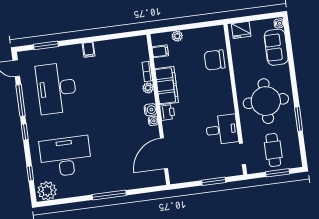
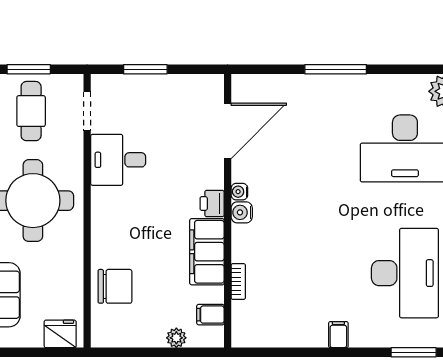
plant: (148, 88) -> (241, 252), removed

